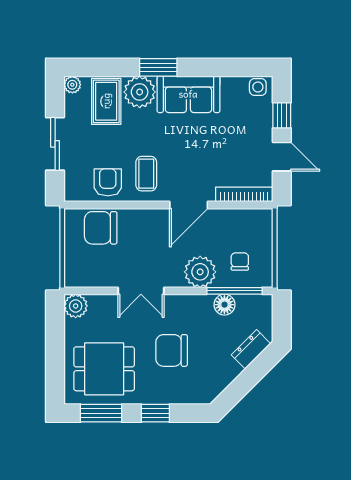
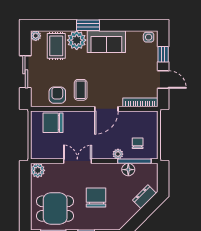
plant: (200, 272) -> (118, 154), width x0.53, depth x0.53
double door: (141, 291) -> (77, 161), swing flipped
chair: (172, 350) -> (96, 197), turned 90

